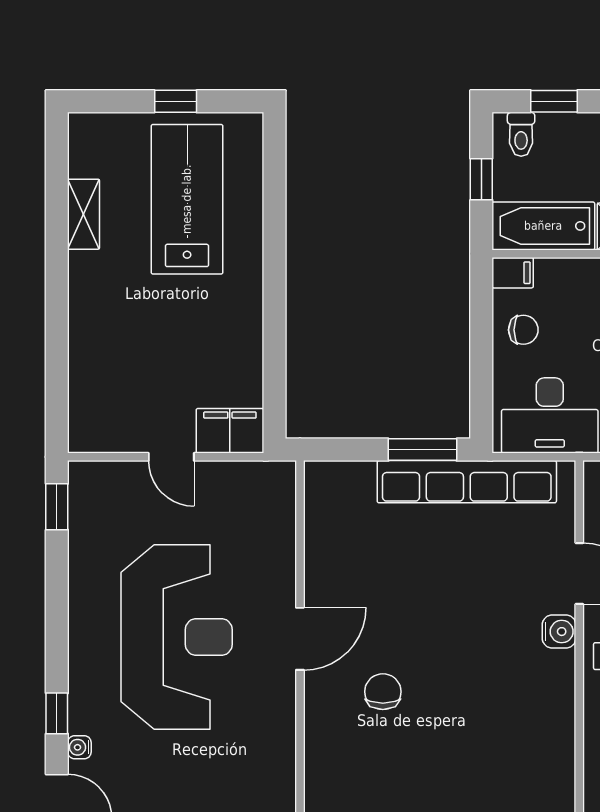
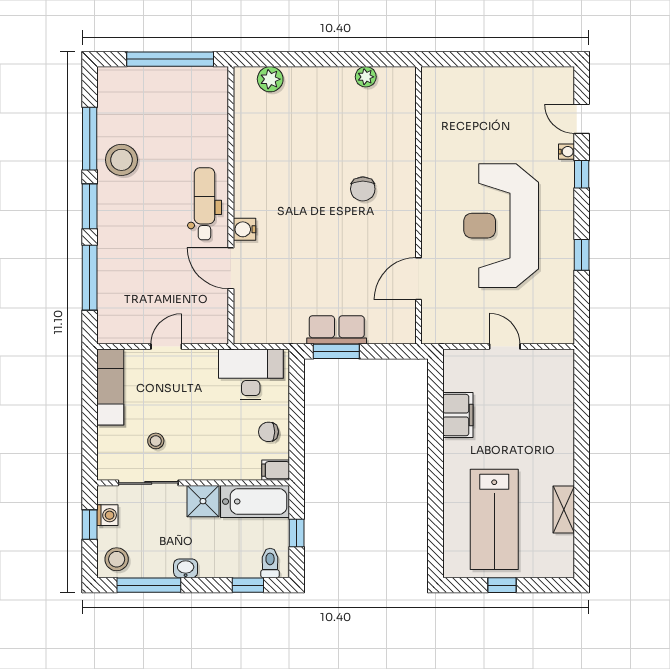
filing cabinet: (230, 431) -> (458, 415), moved, turned -90
row of seats: (467, 482) -> (337, 330), width x0.50
window: (57, 507) -> (582, 255), moved
door: (300, 639) -> (418, 279), moved

